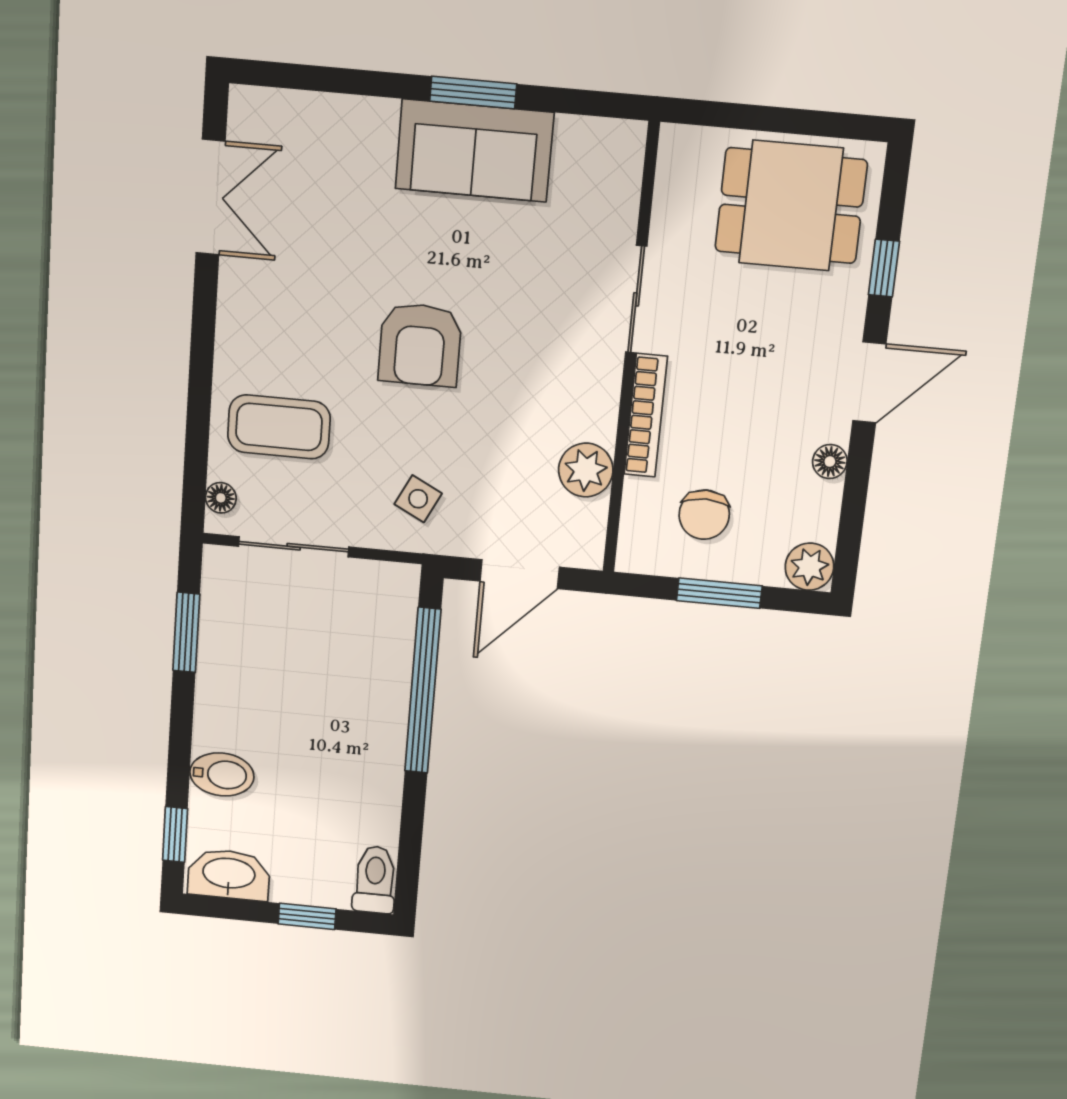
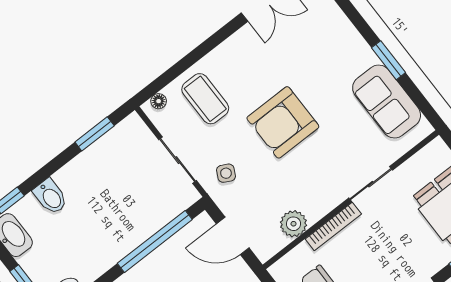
sofa: (474, 151) -> (387, 102), moved
armchair: (420, 345) -> (283, 122), width x1.36, depth x1.36
sliding door: (294, 547) -> (178, 160), moved

